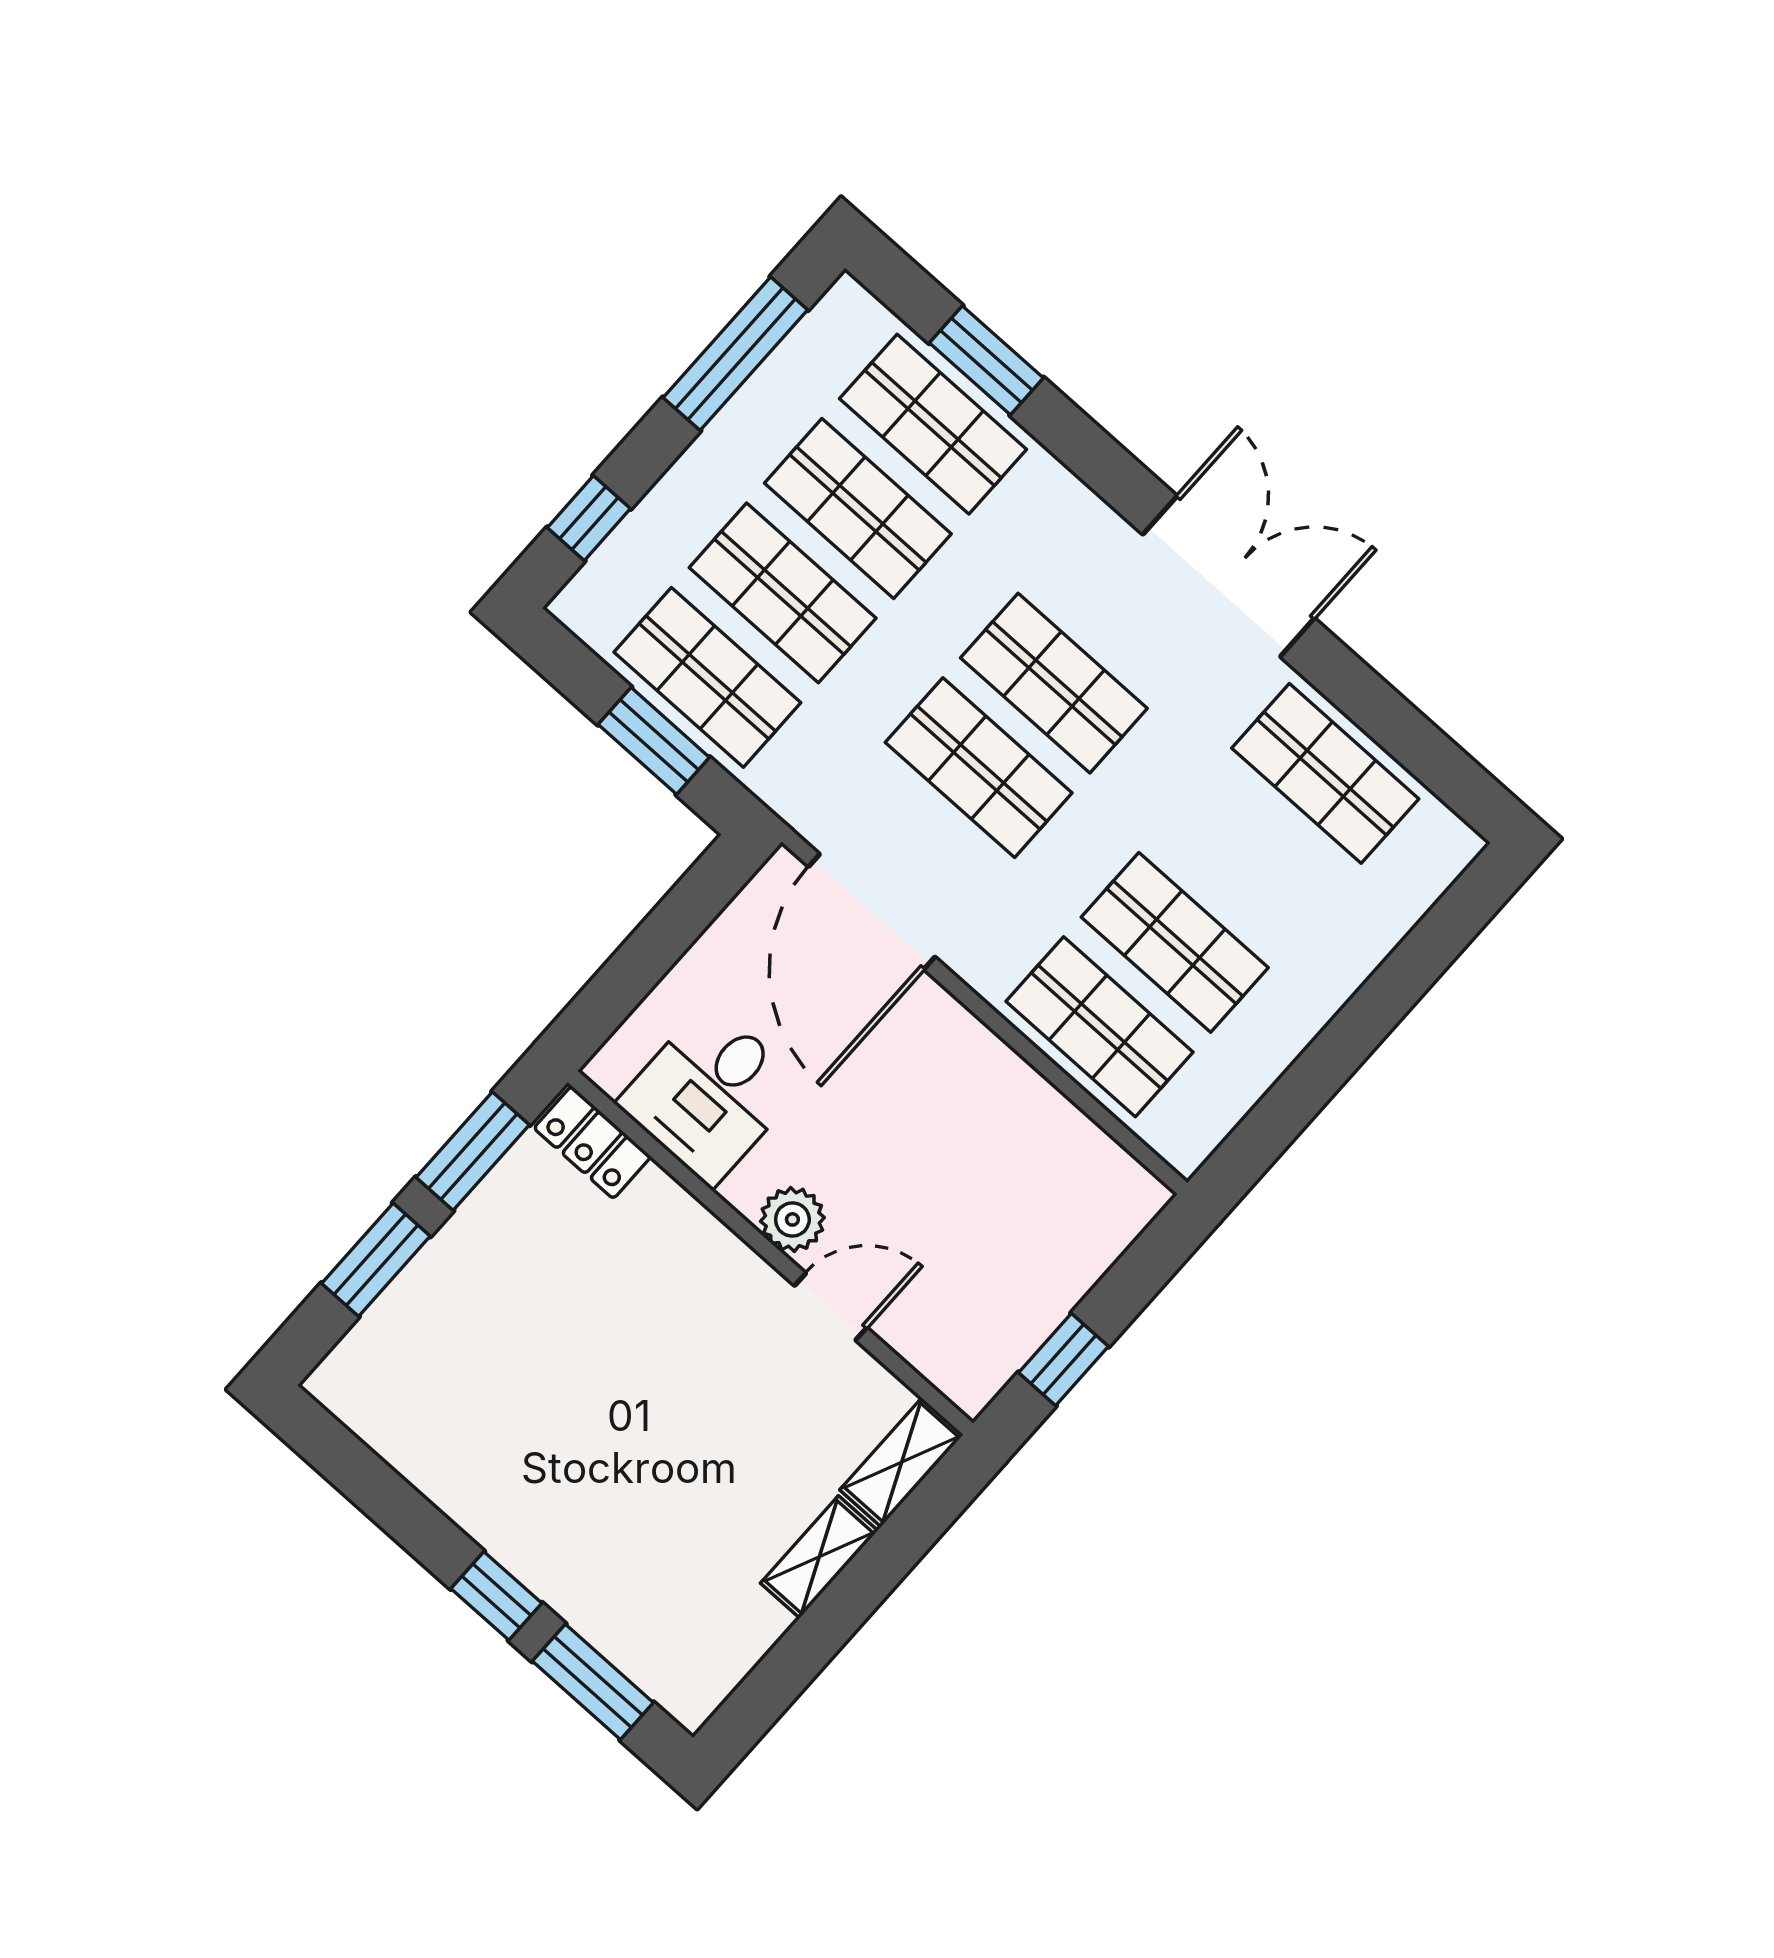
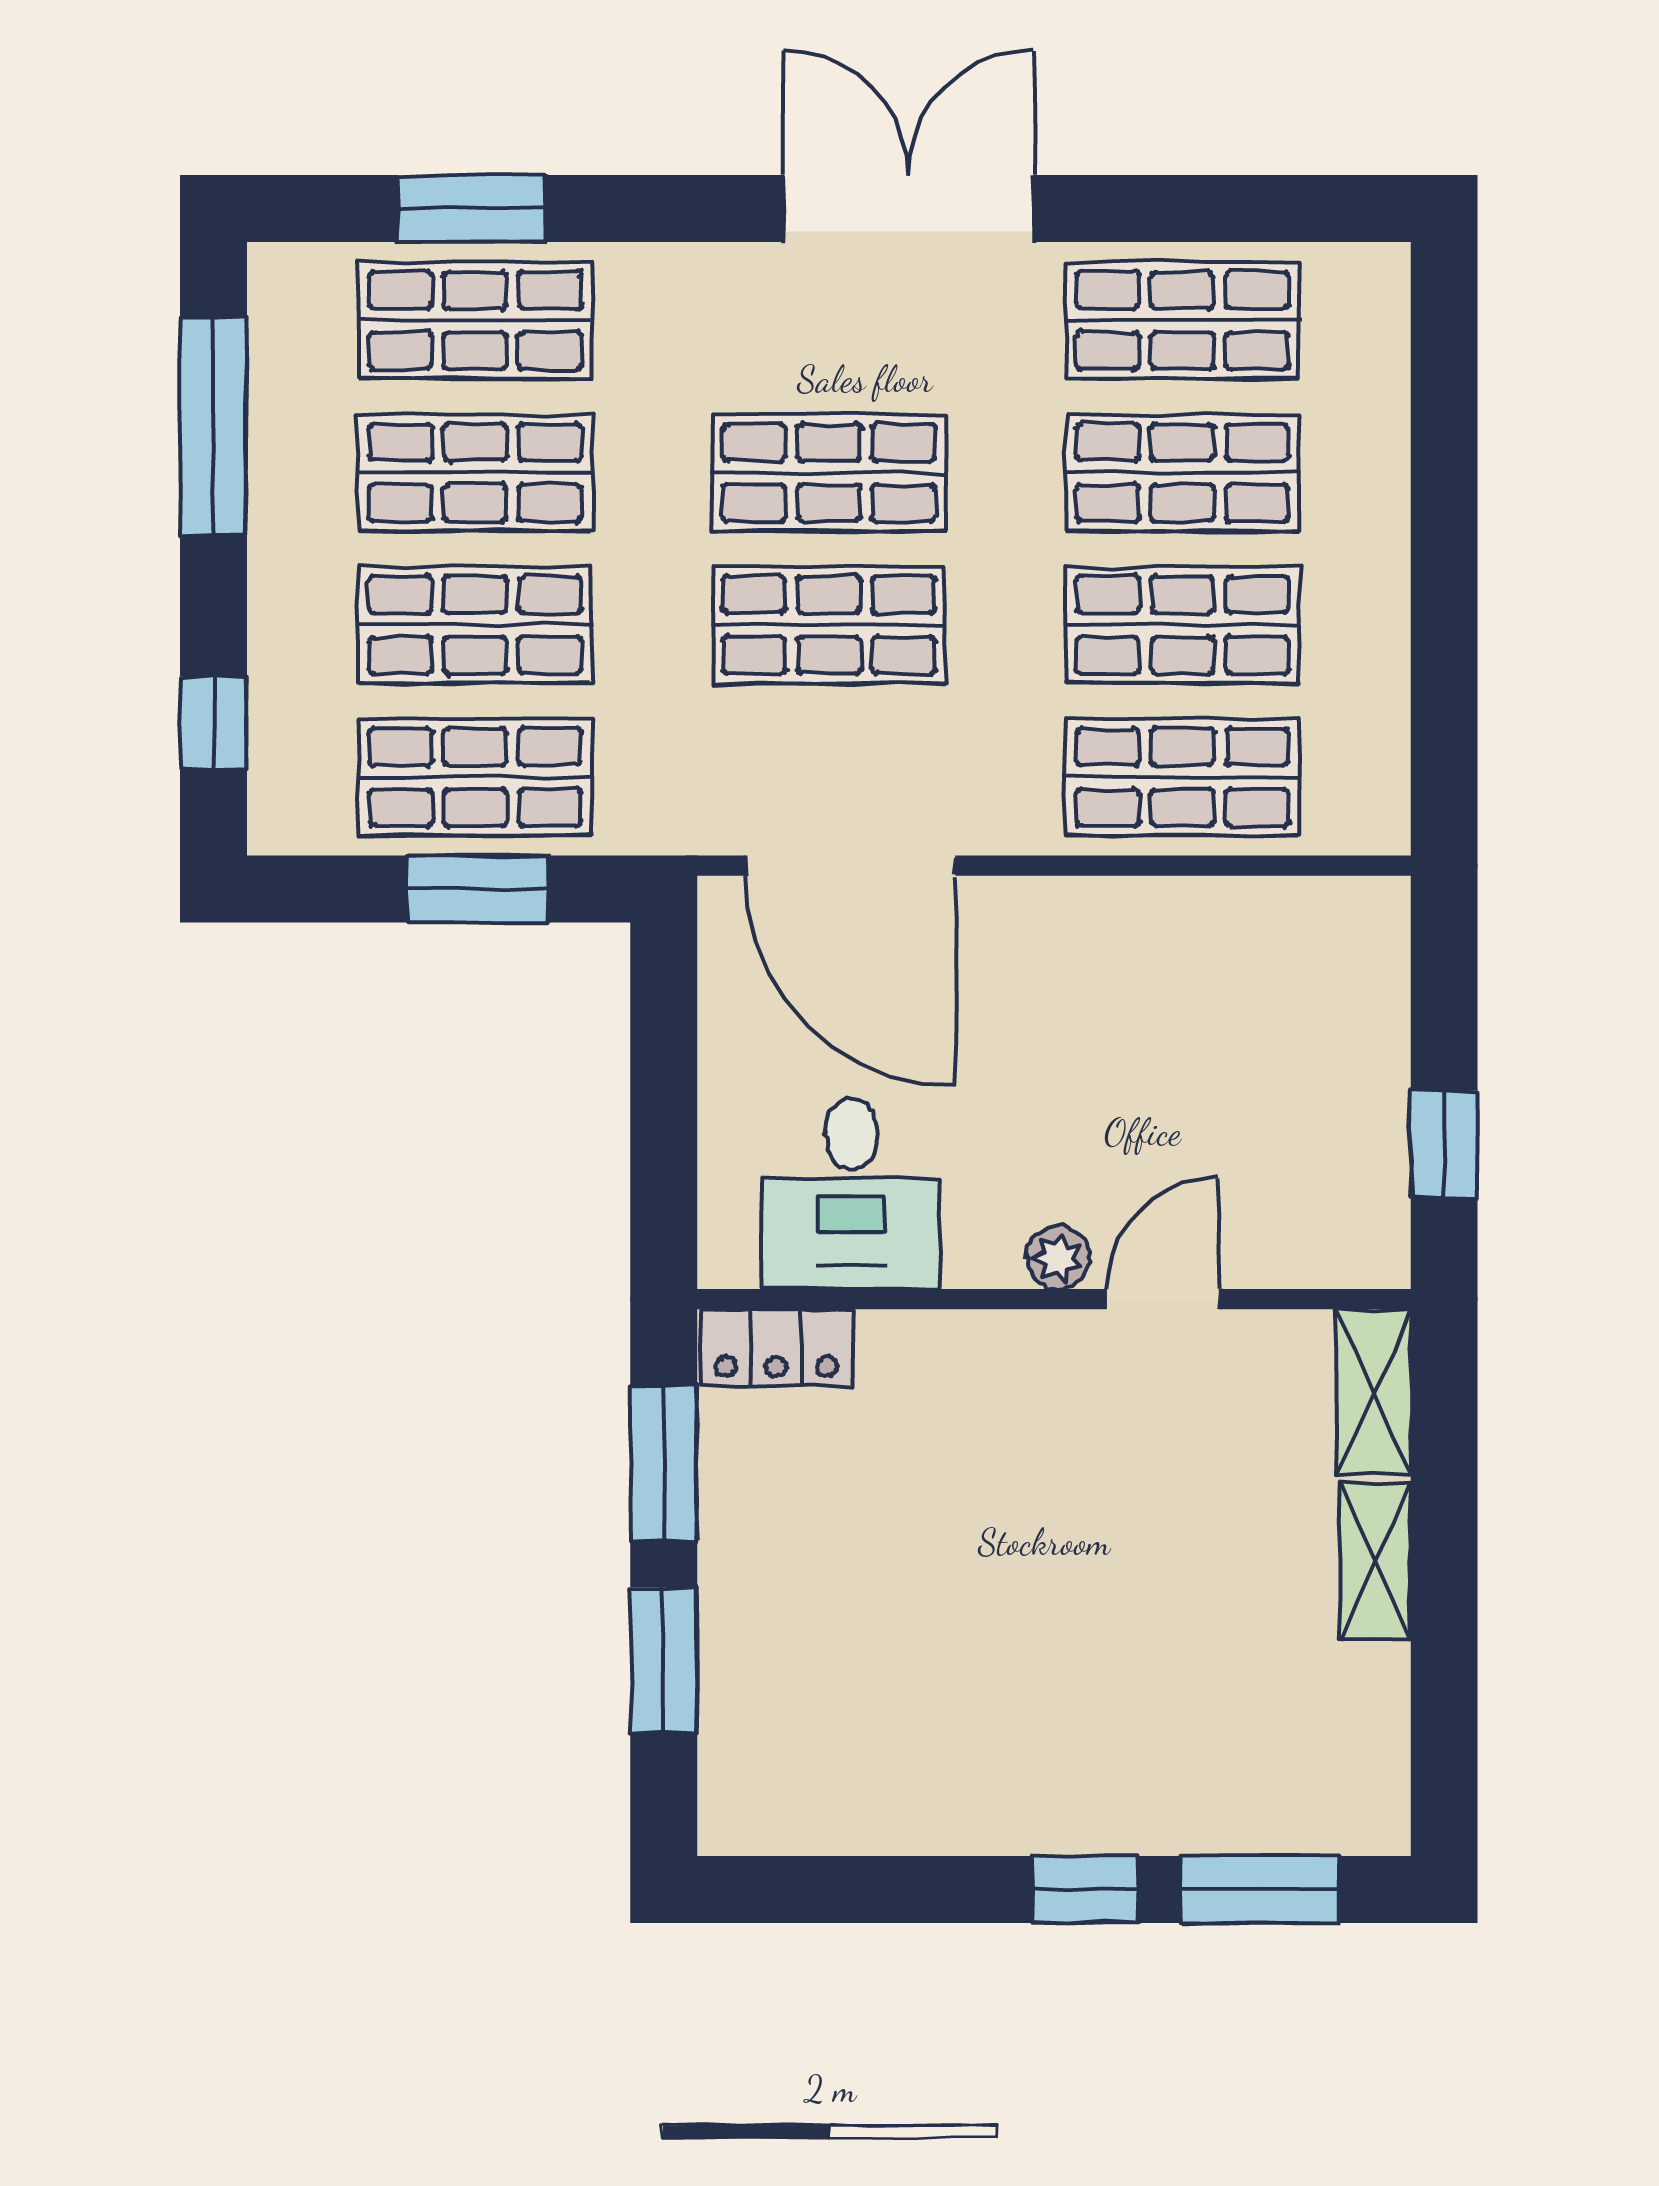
shop shelf: (1250, 858) -> (1182, 473), added
plant: (792, 1219) -> (1058, 1258), width x0.73, depth x0.73

